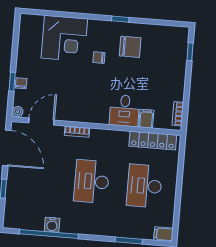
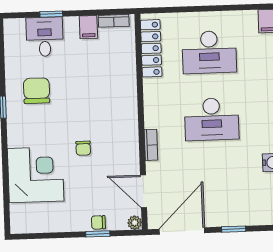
window: (190, 52) -> (51, 14), moved
chair: (99, 58) -> (83, 148), moved
desk: (125, 111) -> (45, 37), moved, turned -90
filing cabinet: (146, 119) -> (88, 27), moved, turned -90

